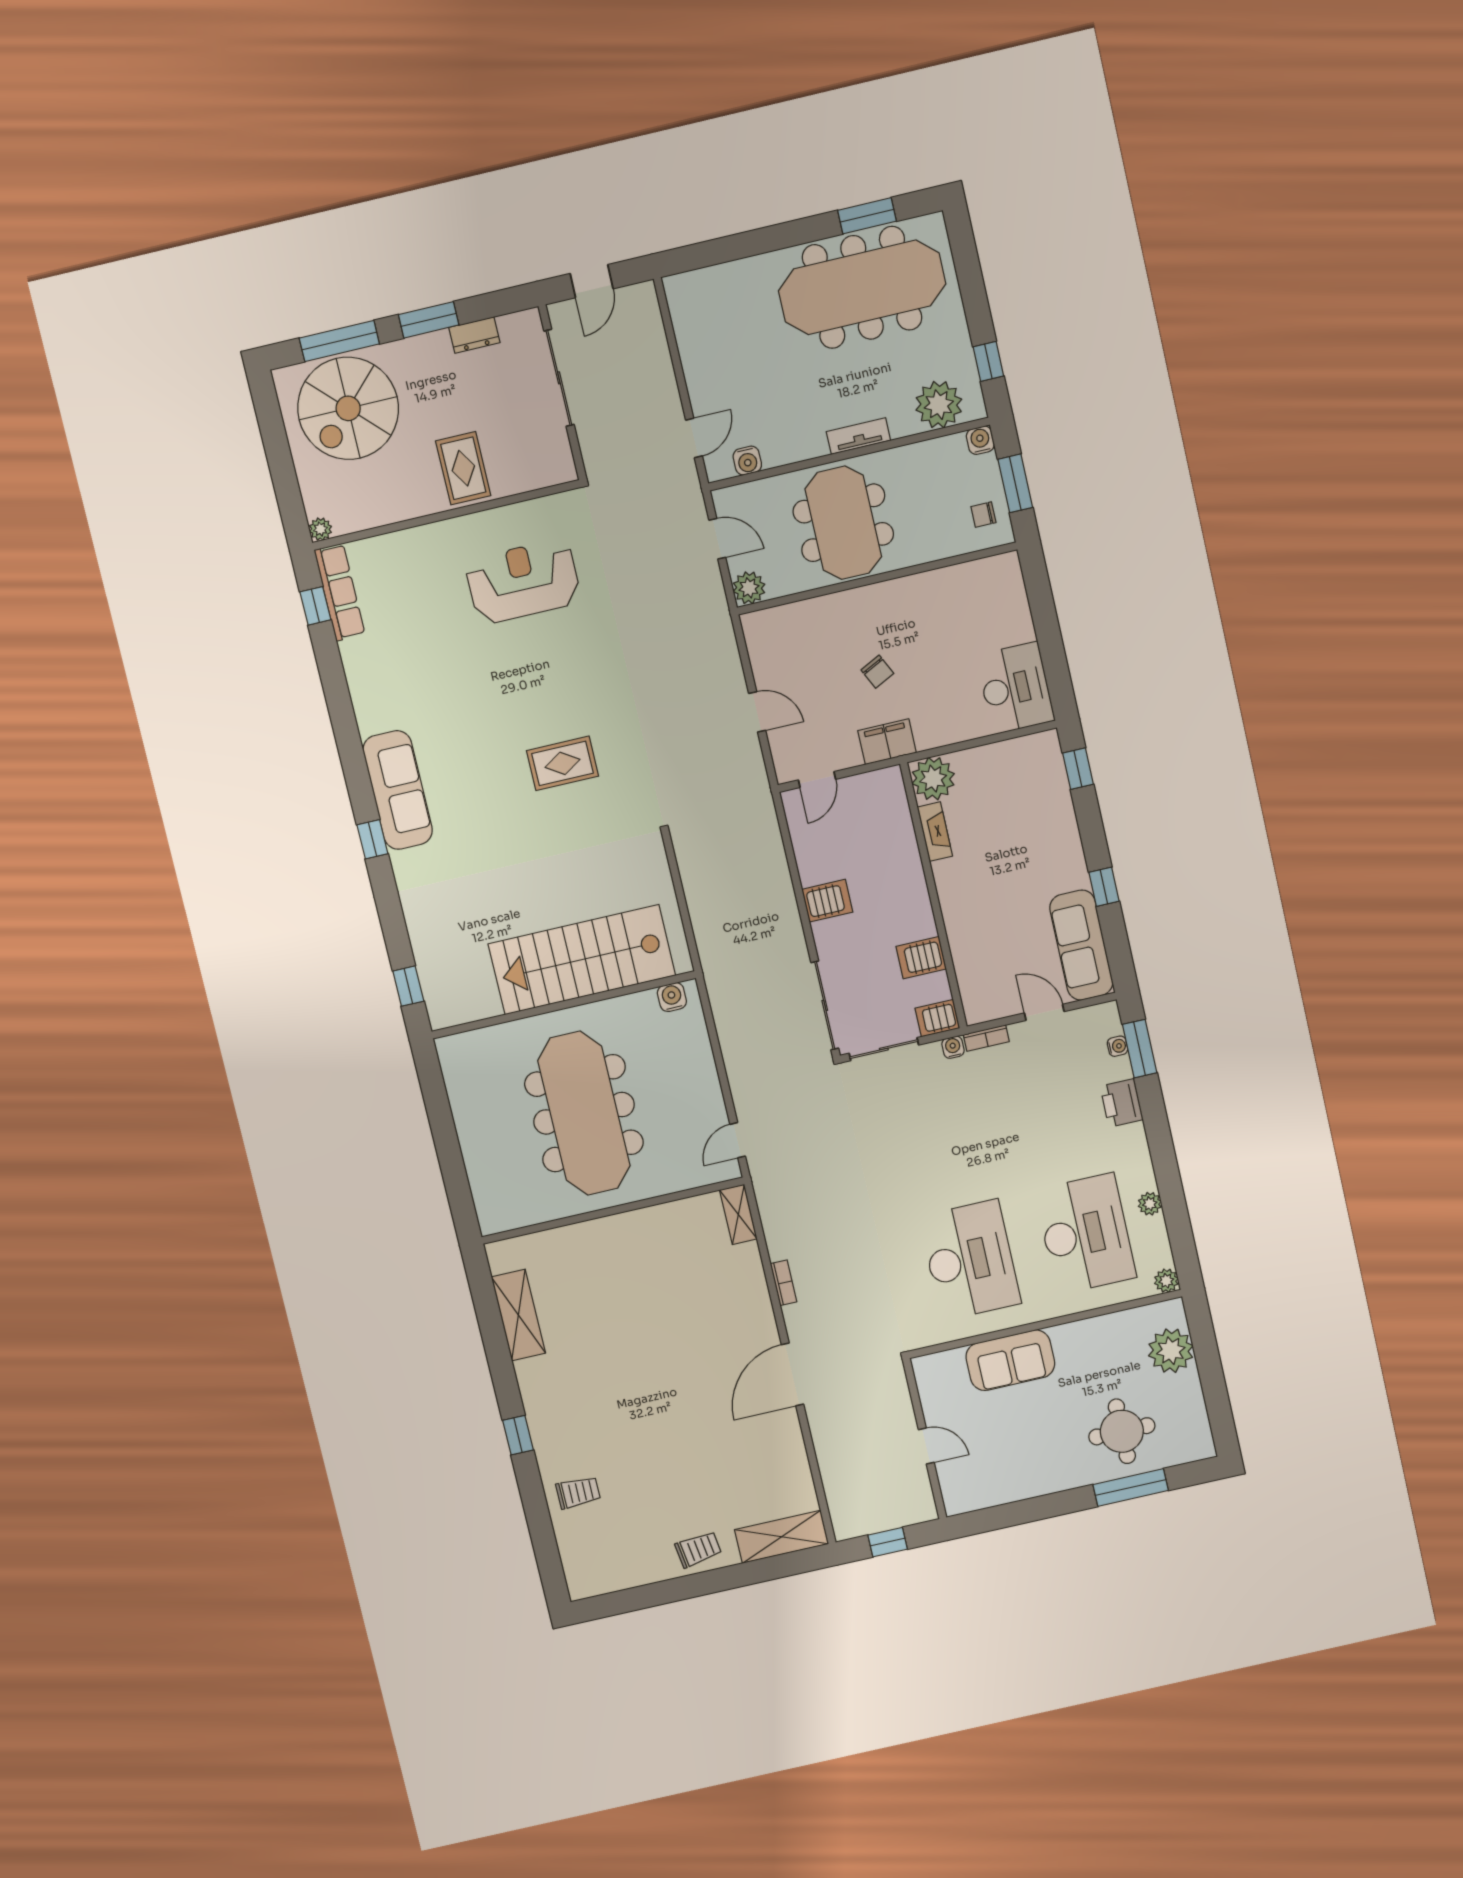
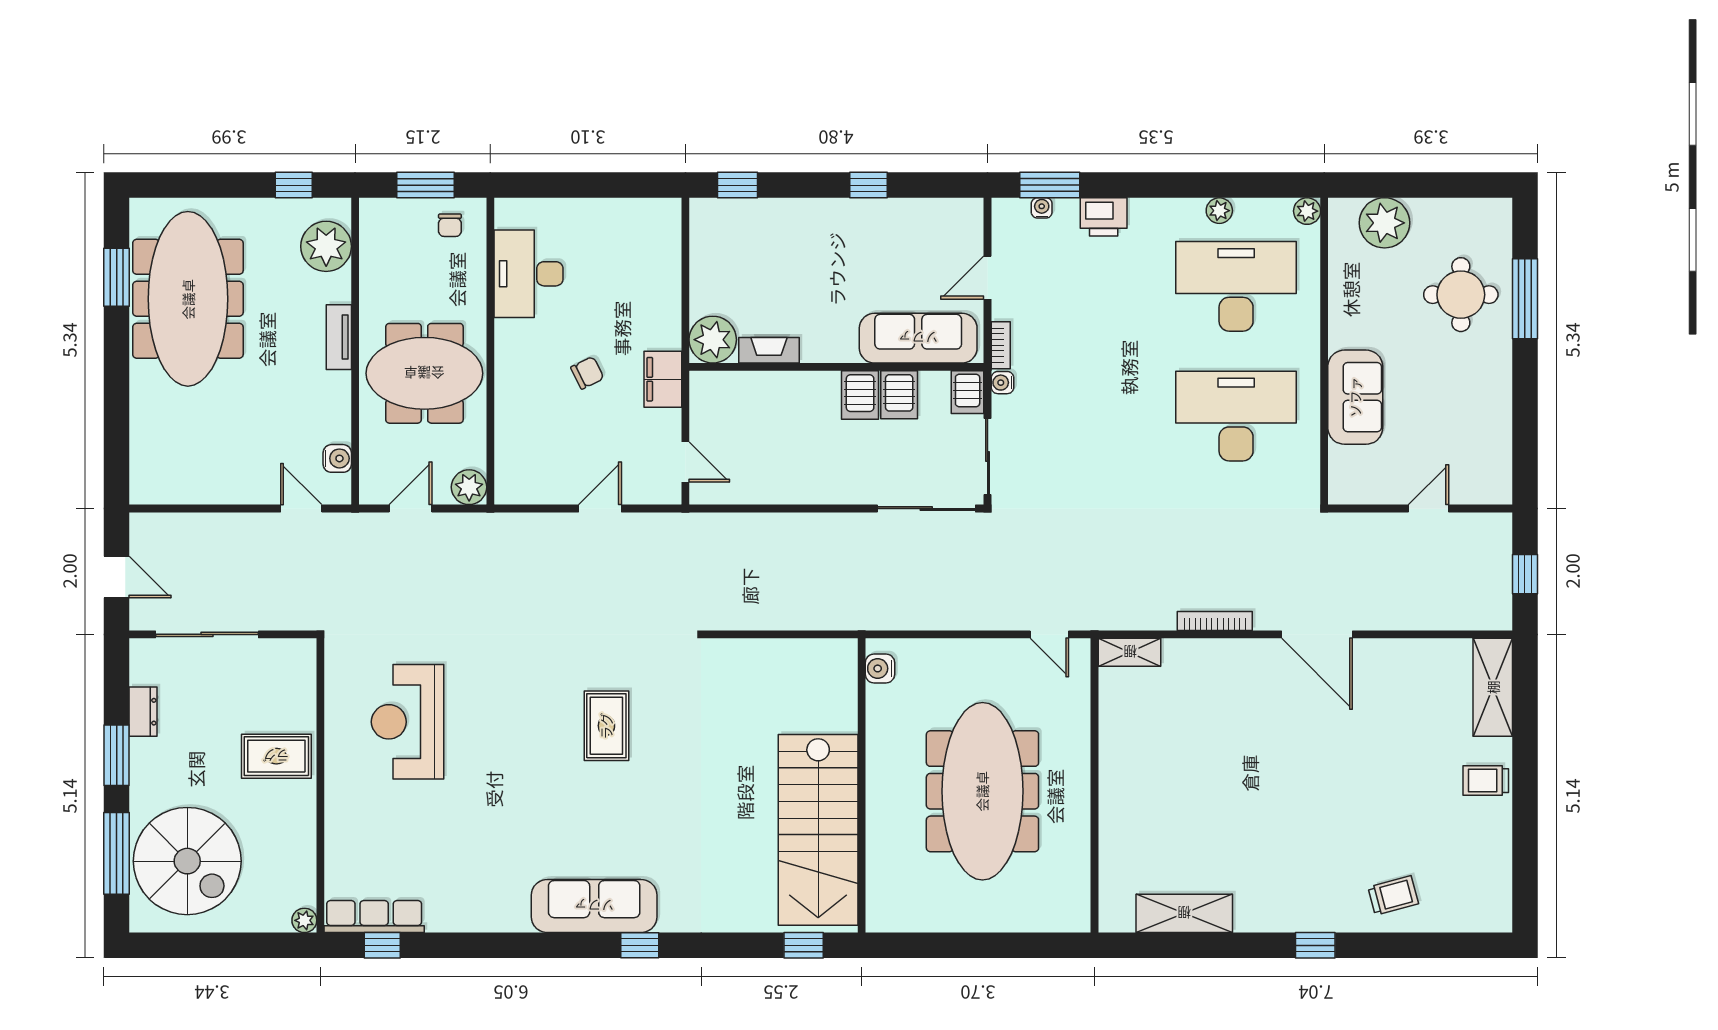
water cooler: (980, 440) -> (373, 211), removed
desk: (1015, 688) -> (529, 274), moved, turned -90
server rack: (827, 901) -> (860, 395), moved, turned 180
sofa: (1081, 945) -> (918, 338), moved, turned 180
stairs: (582, 960) -> (818, 830), moved
meeting table: (584, 1113) -> (982, 791), turned 90
bookcase: (784, 1283) -> (1215, 621), width x1.56
trolley: (578, 1492) -> (1393, 895), turned 75
trolley: (698, 1549) -> (1486, 781), turned -82

